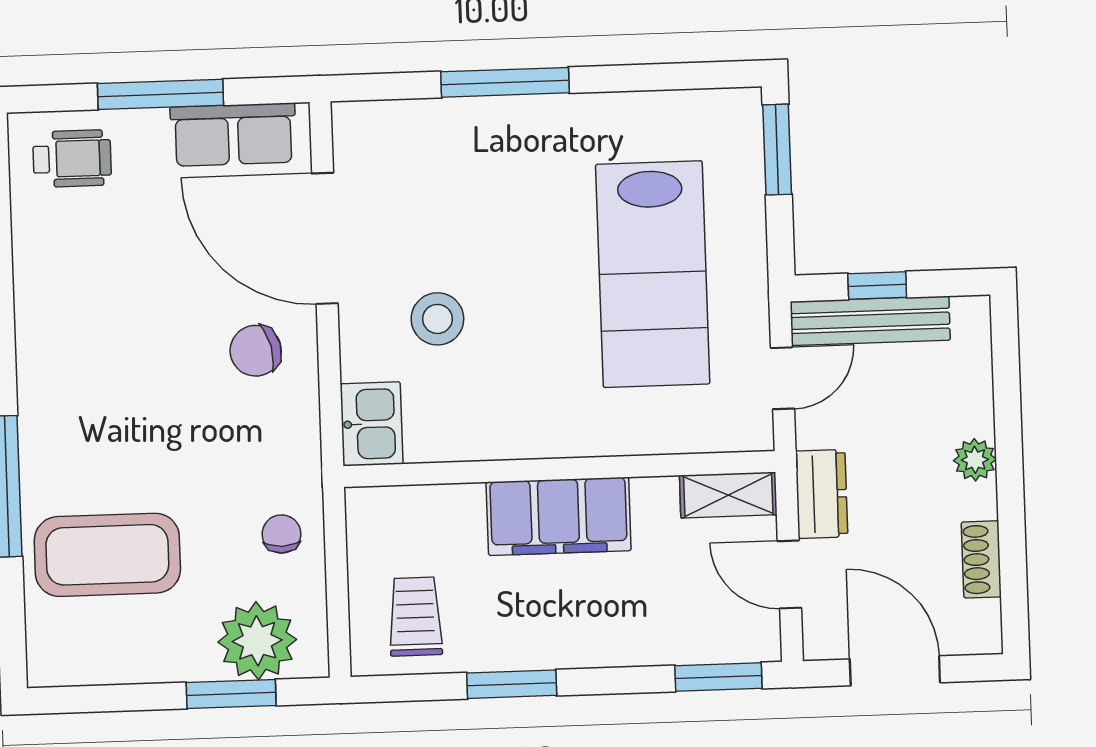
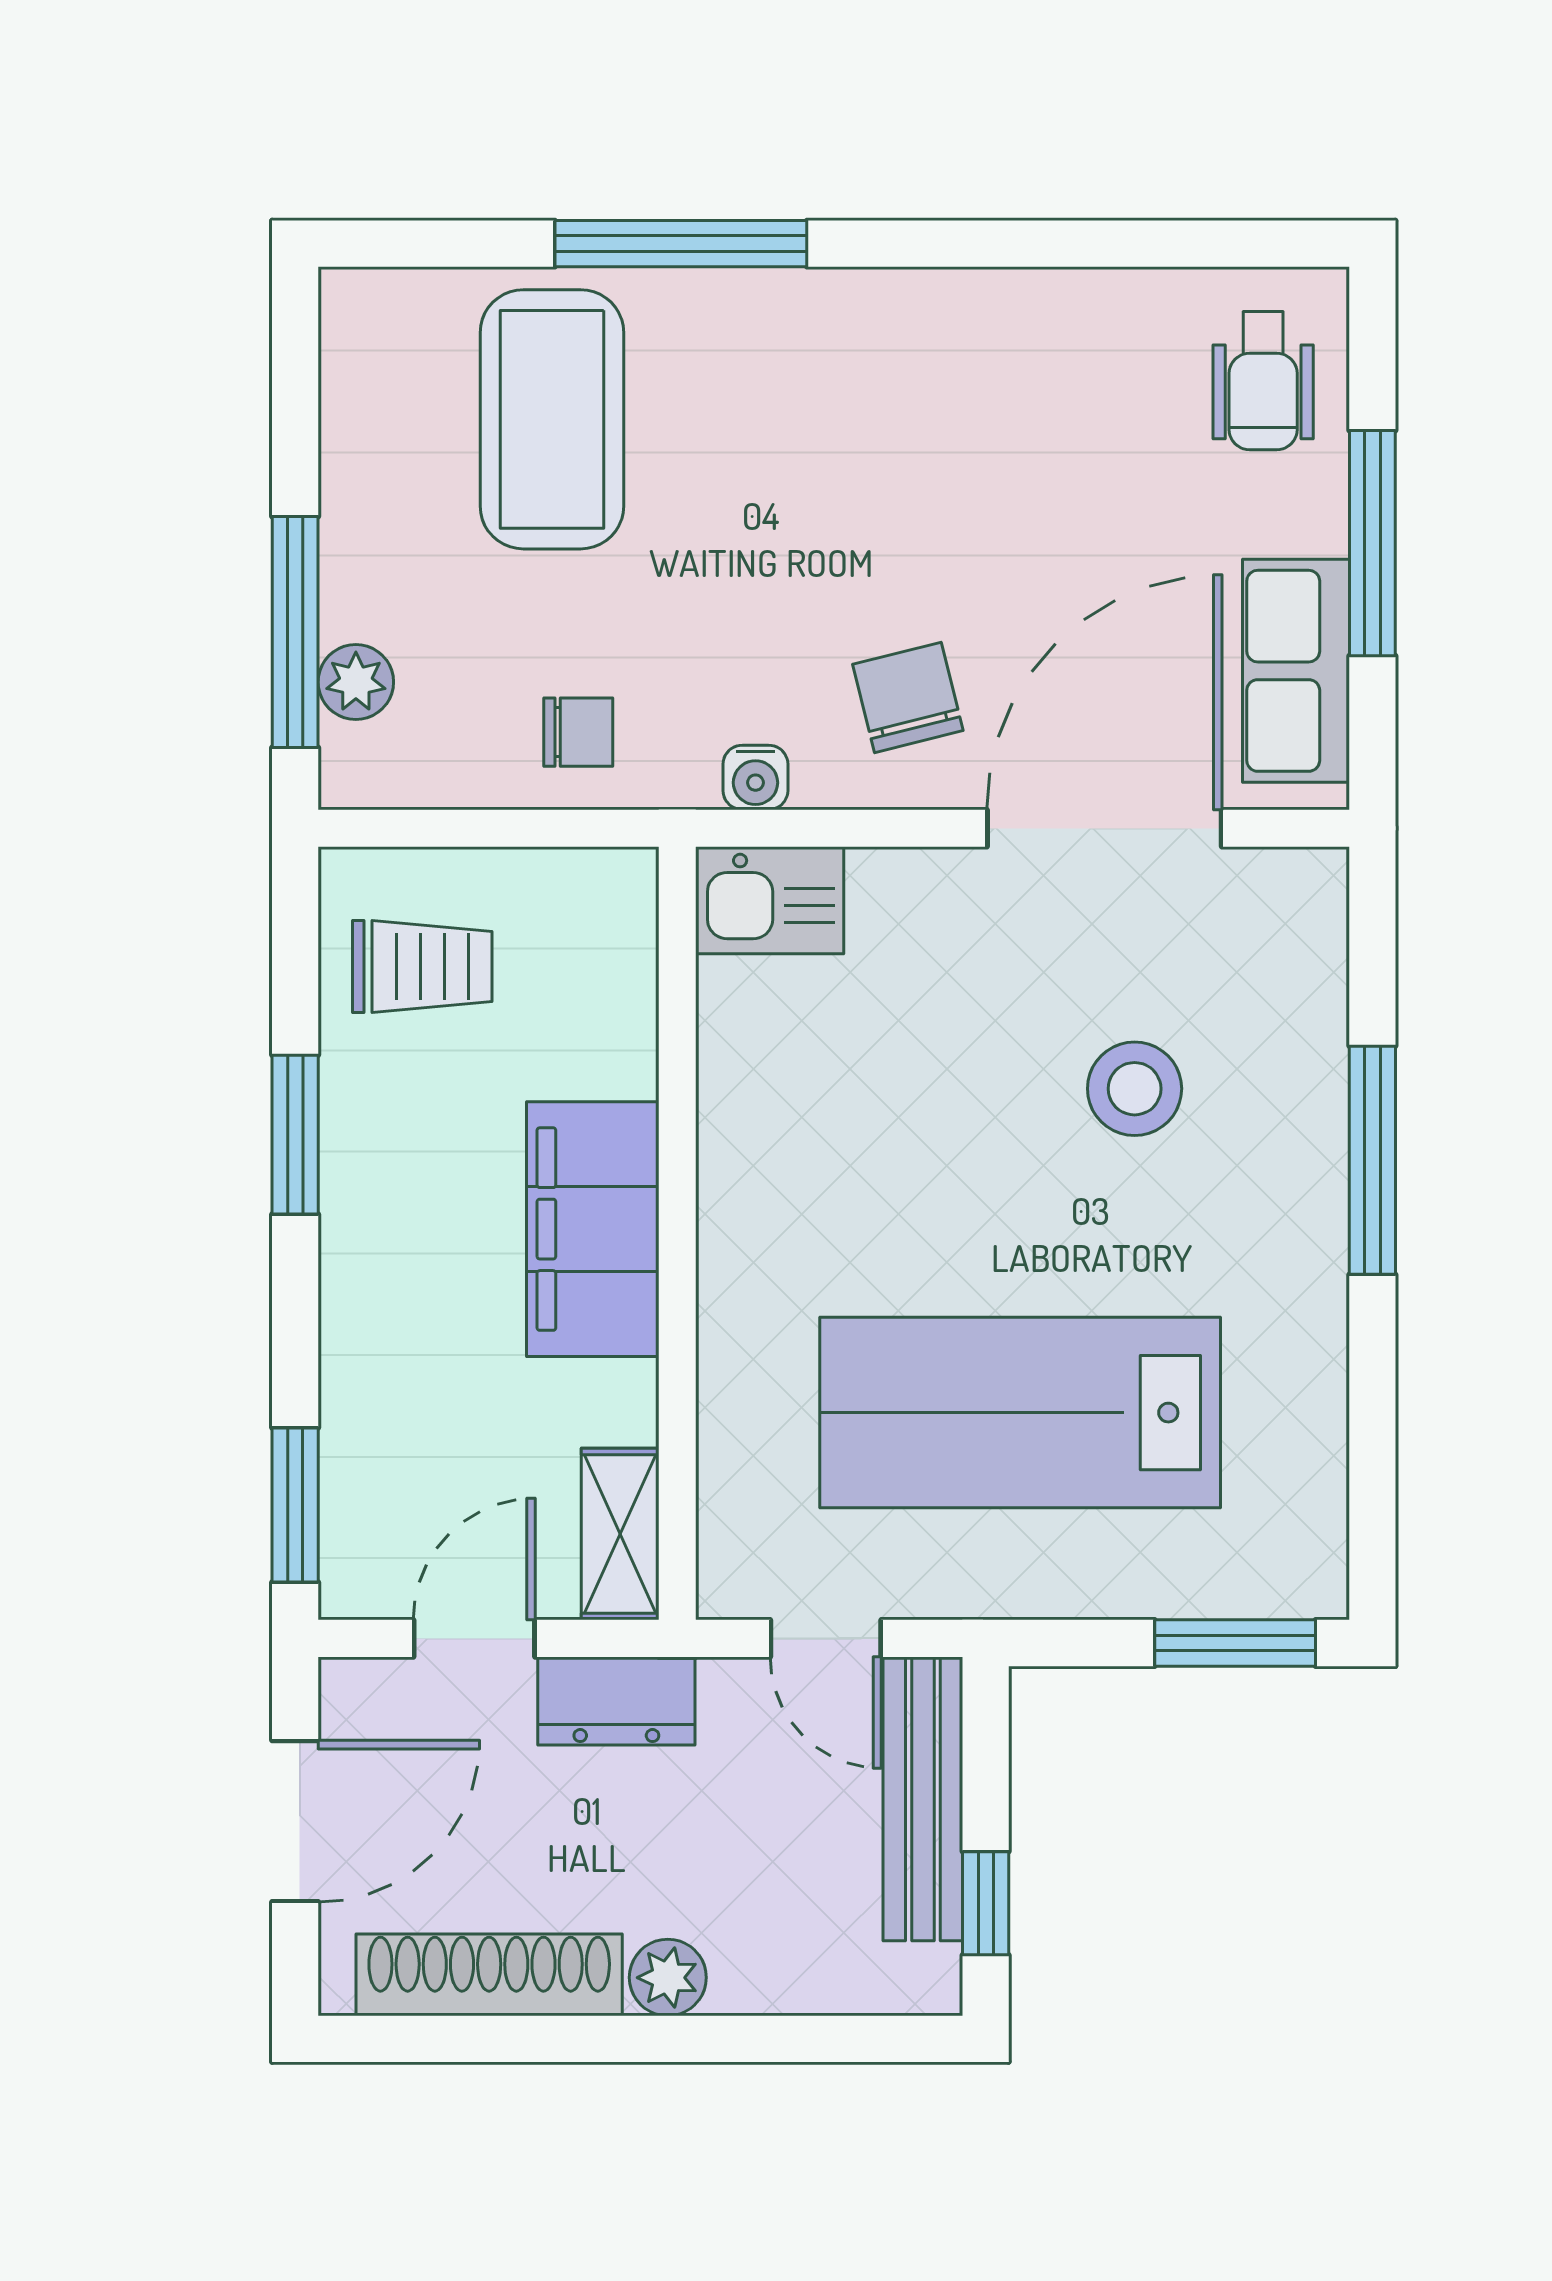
window: (877, 285) -> (986, 1903), moved
stool: (437, 319) -> (1135, 1089), moved
water cooler: (303, 434) -> (755, 777), added
shoe rack: (981, 559) -> (489, 1975), width x1.94, depth x1.24
plant: (257, 641) -> (356, 682), width x0.53, depth x0.53
window: (231, 694) -> (295, 632), width x1.44

